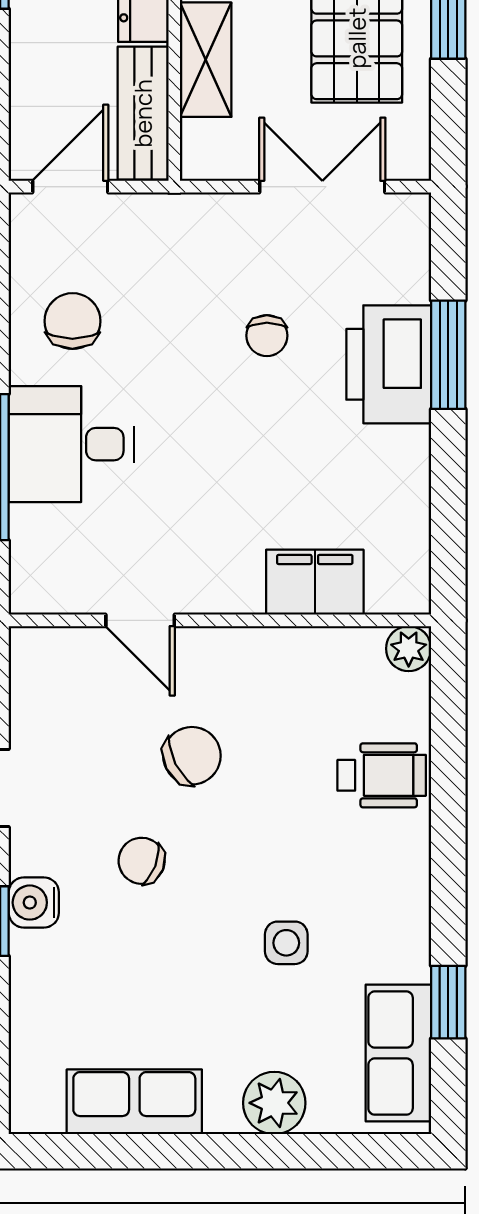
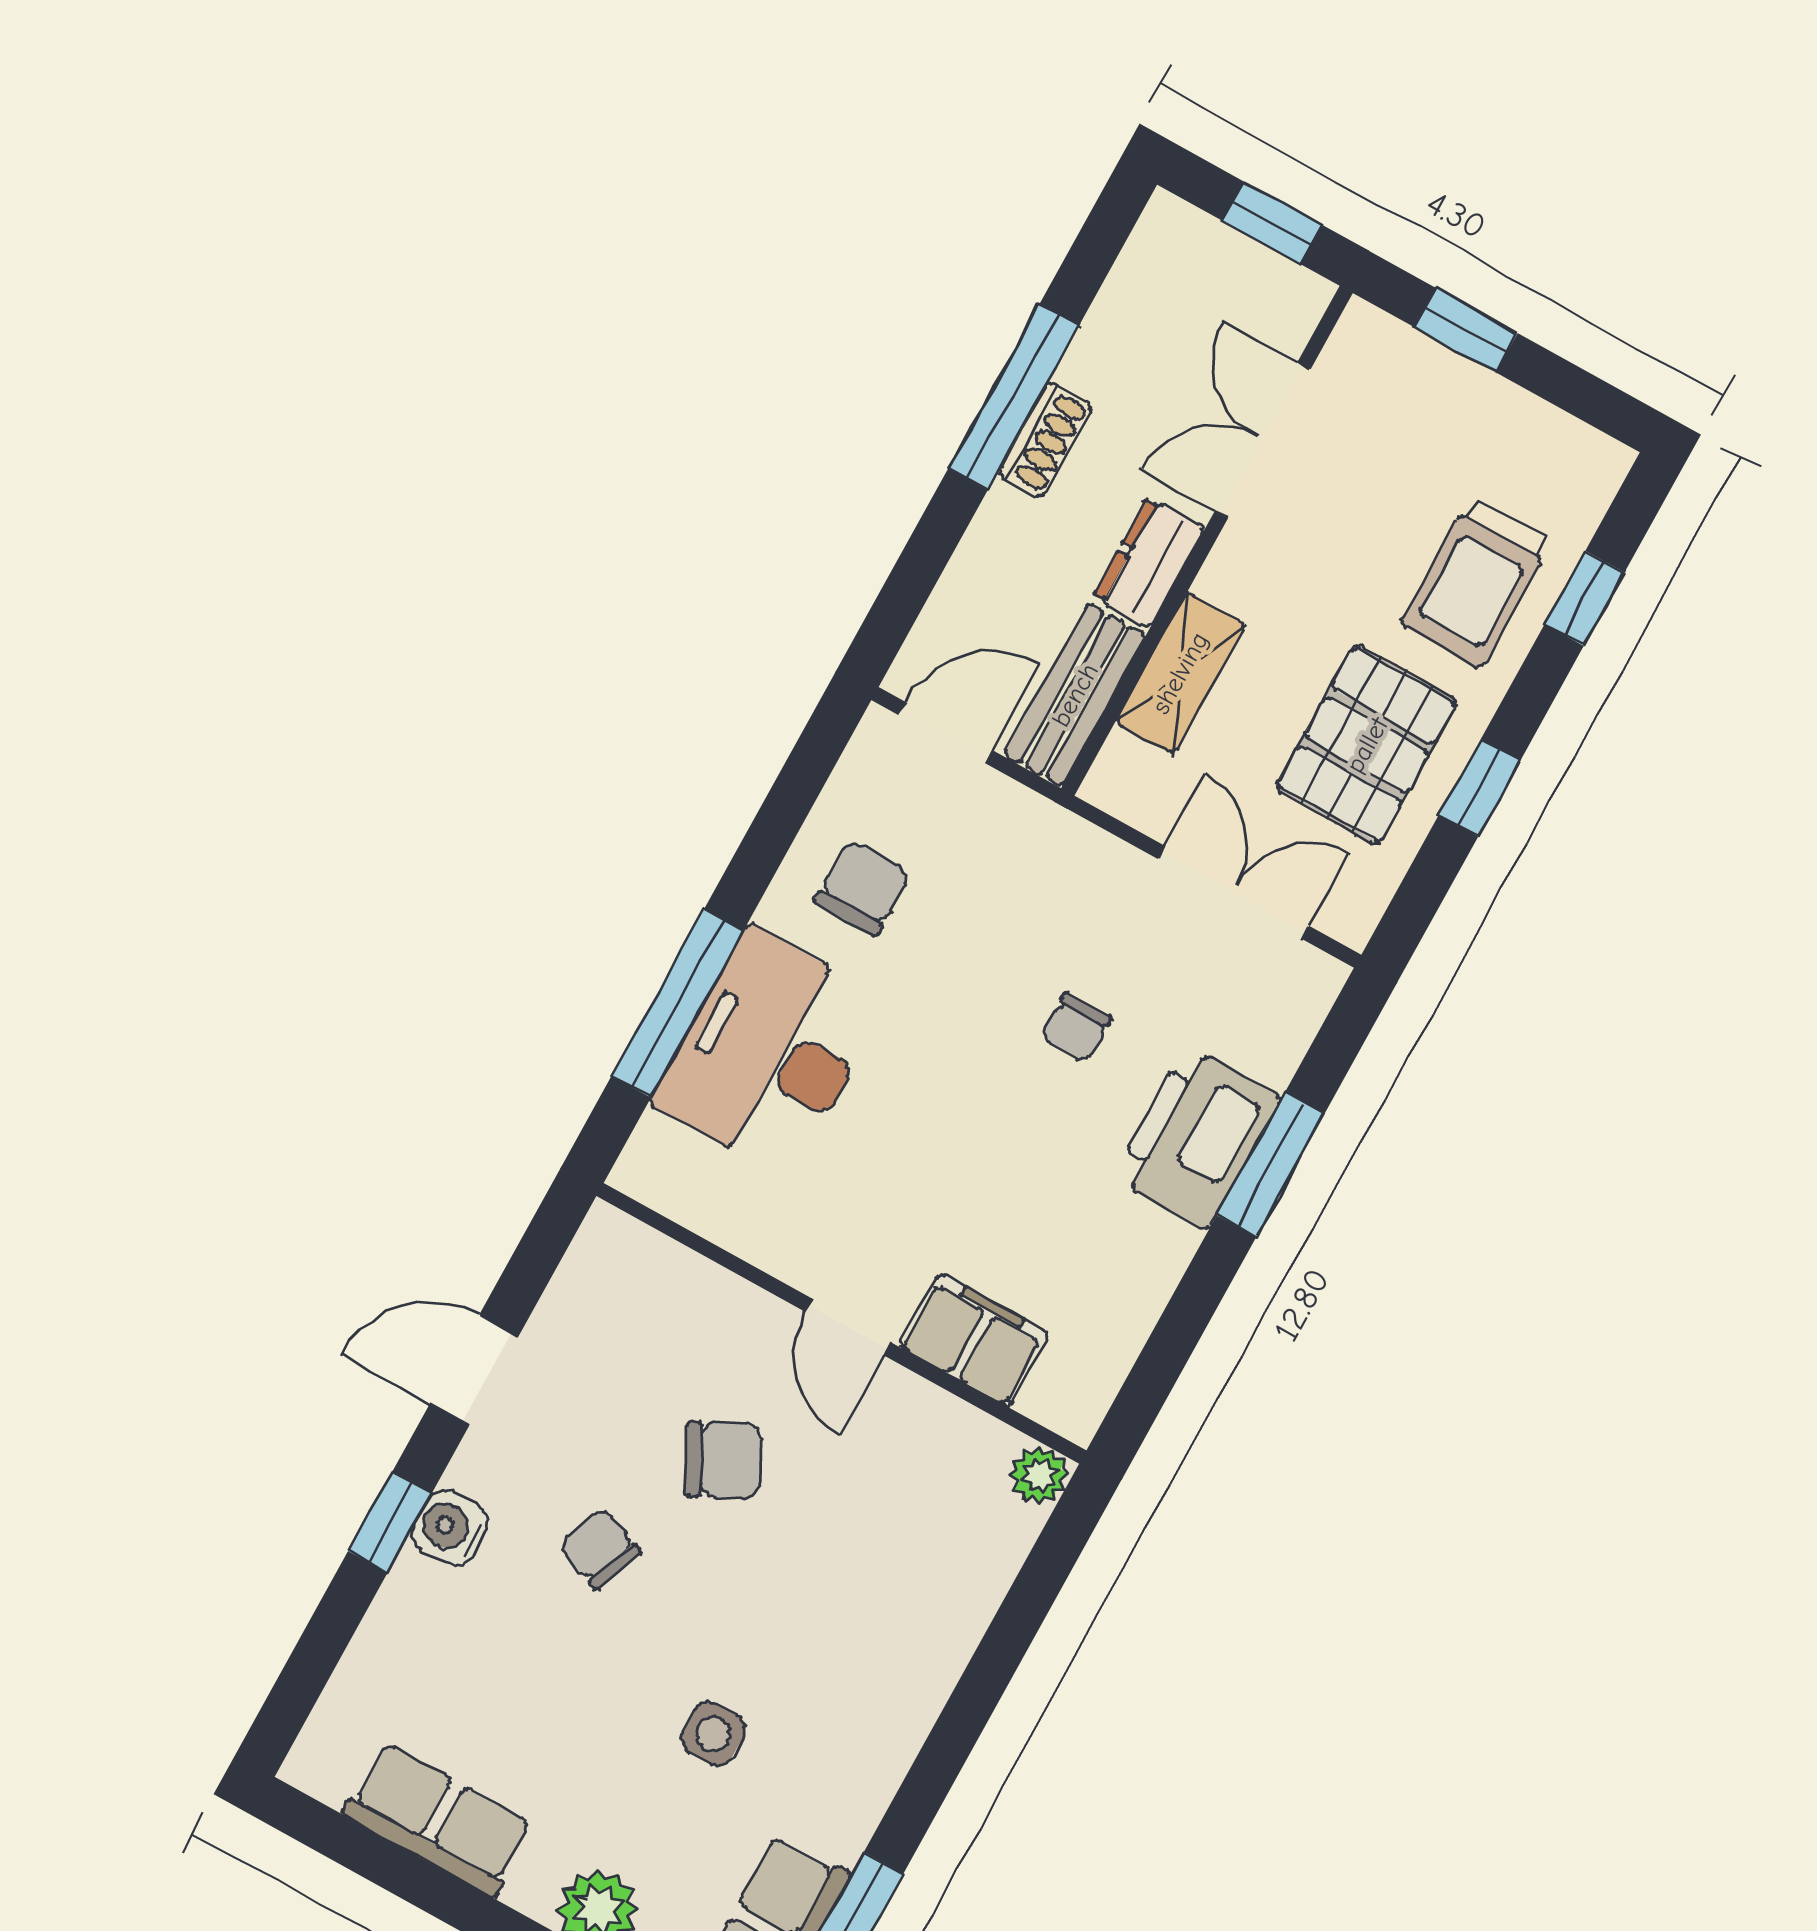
desk: (71, 444) -> (769, 1052), width x1.37
door: (140, 620) -> (848, 1327), moved
wheelchair: (382, 775) -> (928, 1603), removed

